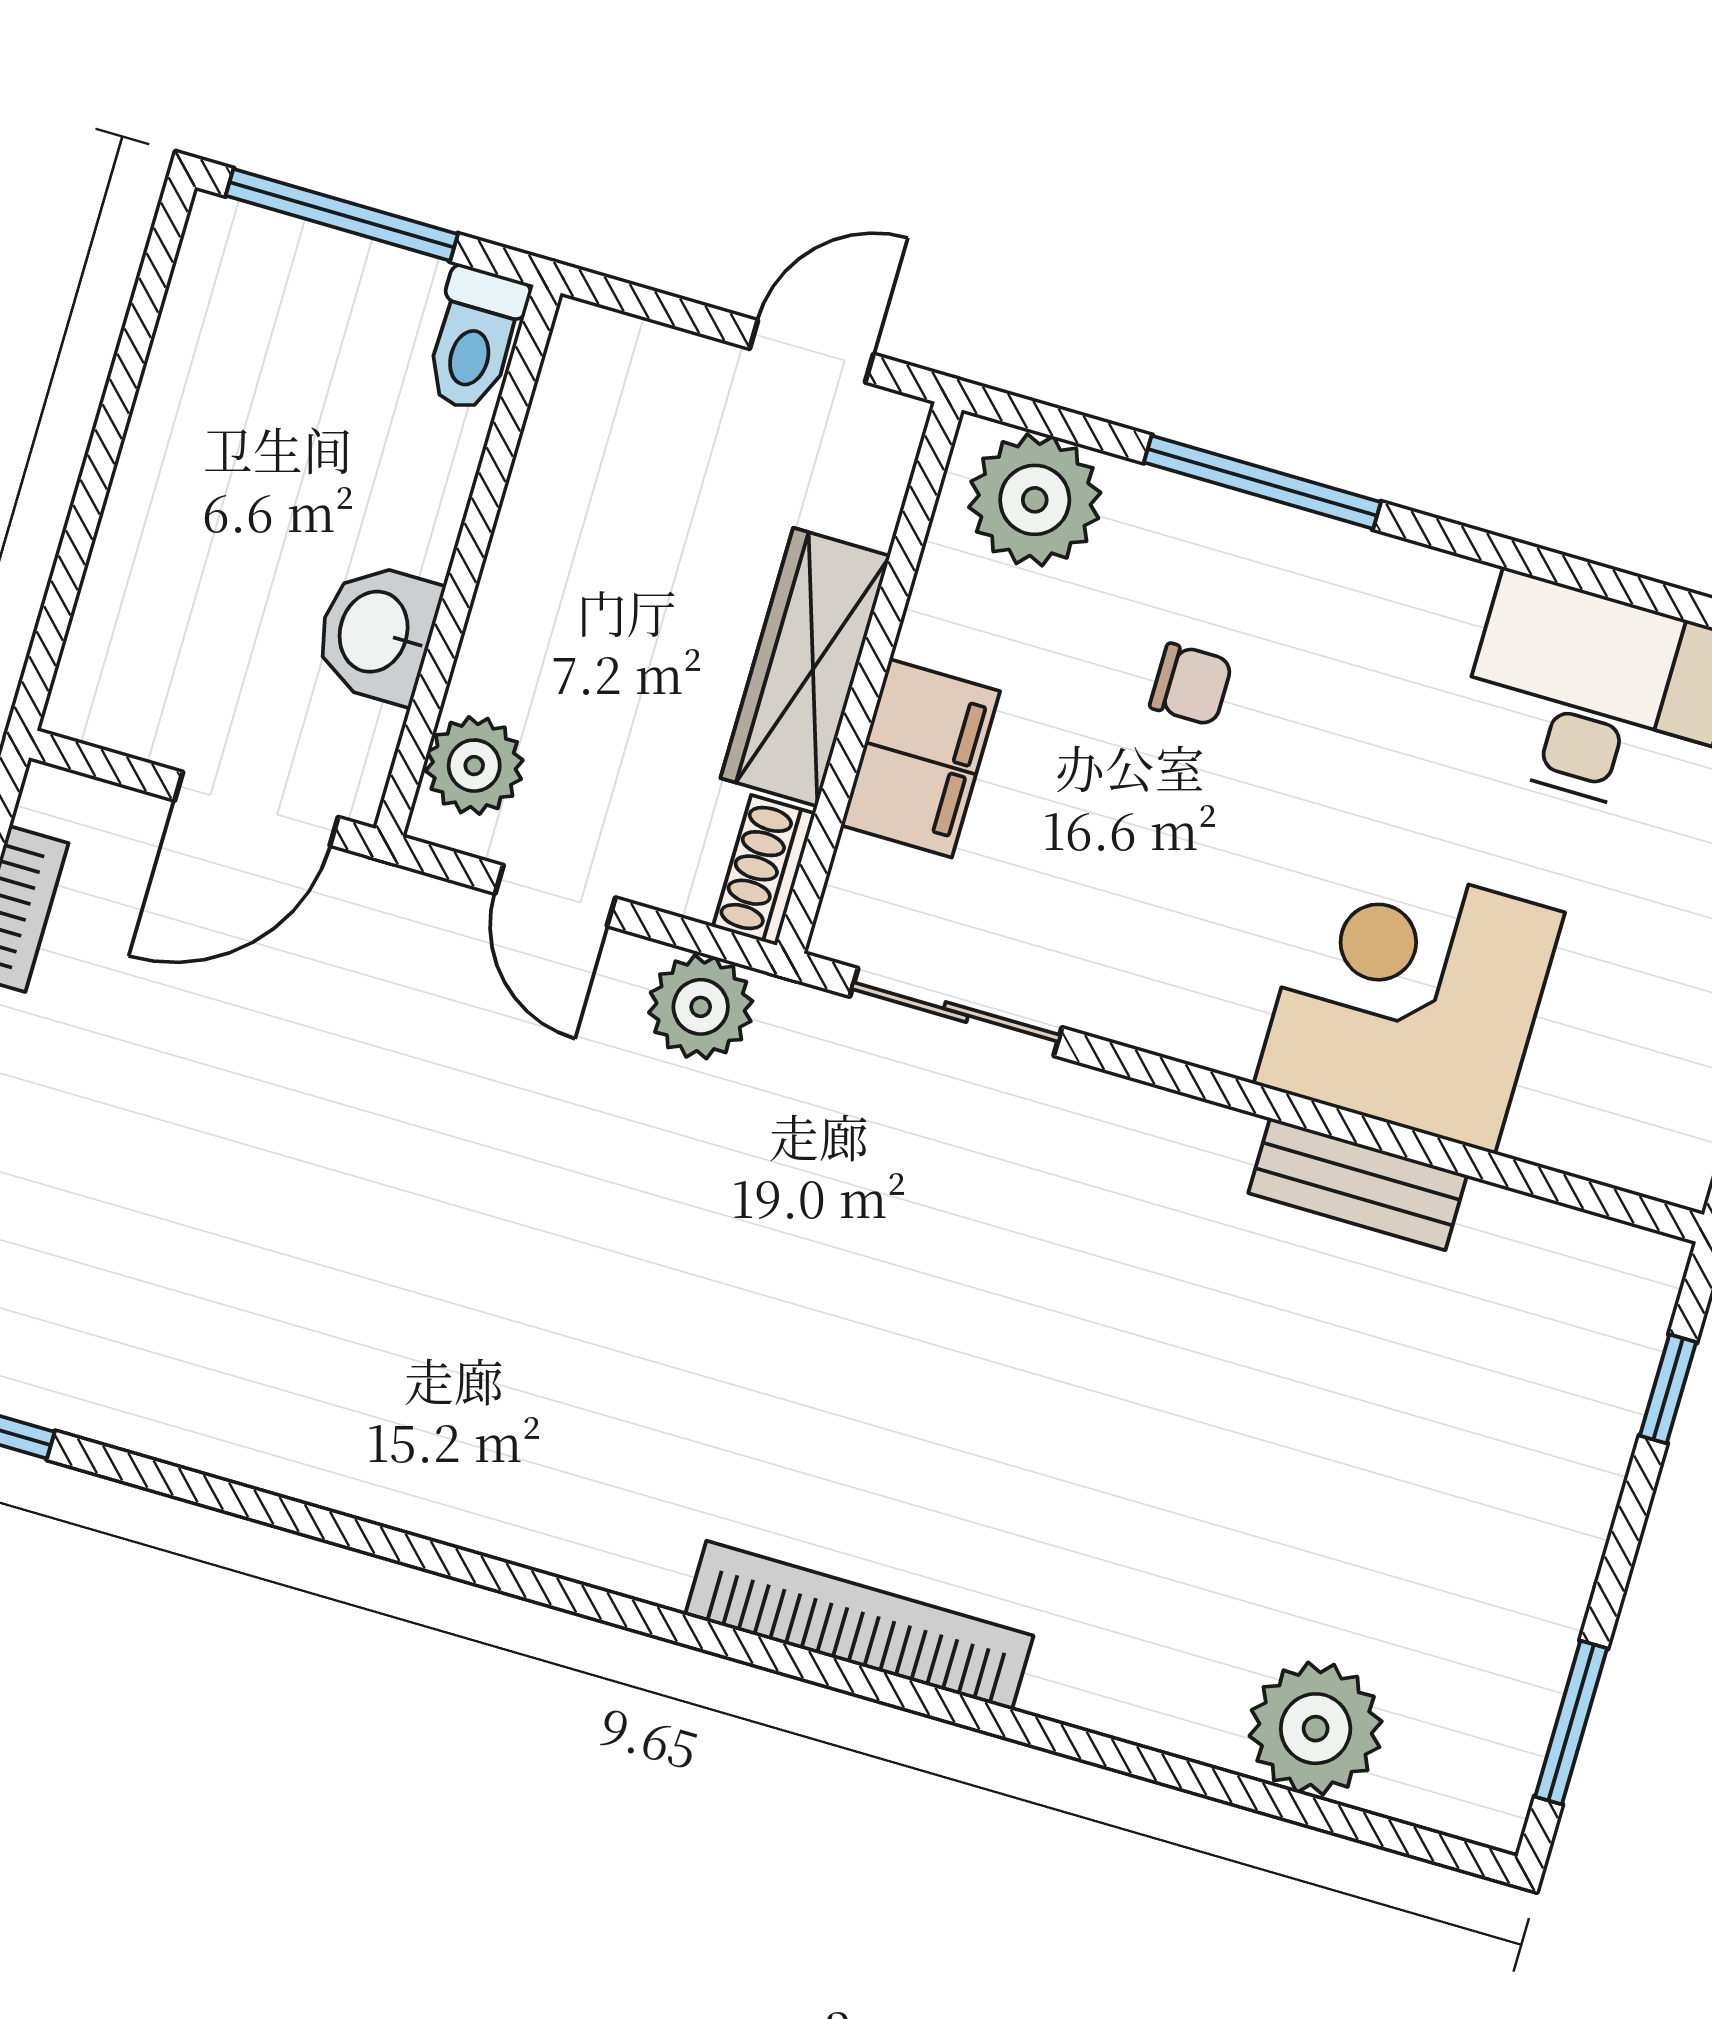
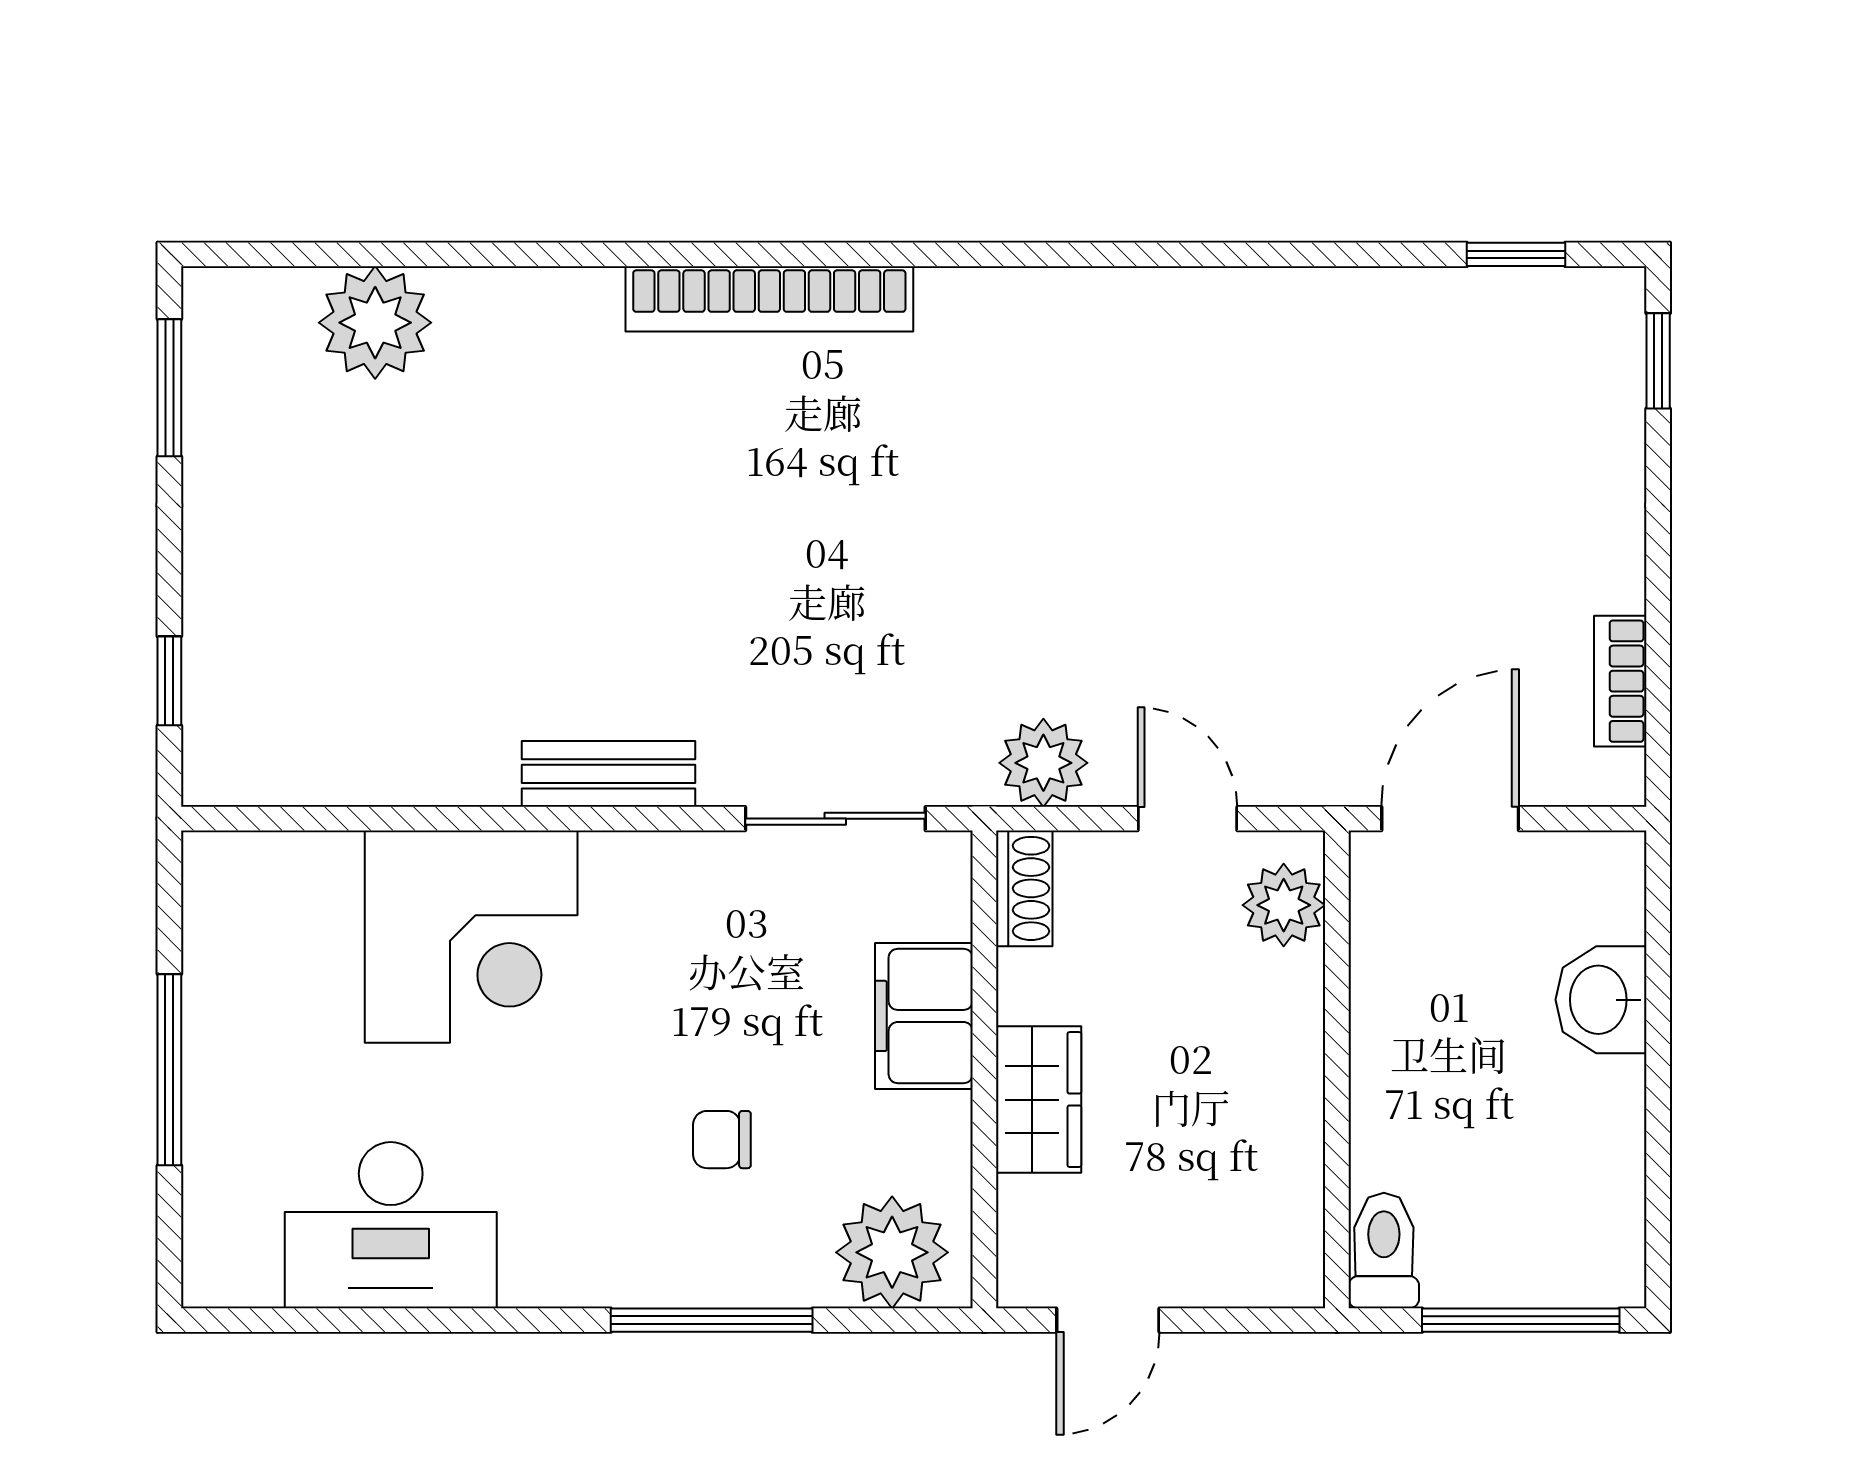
washbasin: (377, 633) -> (1601, 1000), moved, turned 180
wardrobe: (805, 667) -> (1039, 1100), width x0.67
bench: (1358, 1184) -> (609, 774), moved

